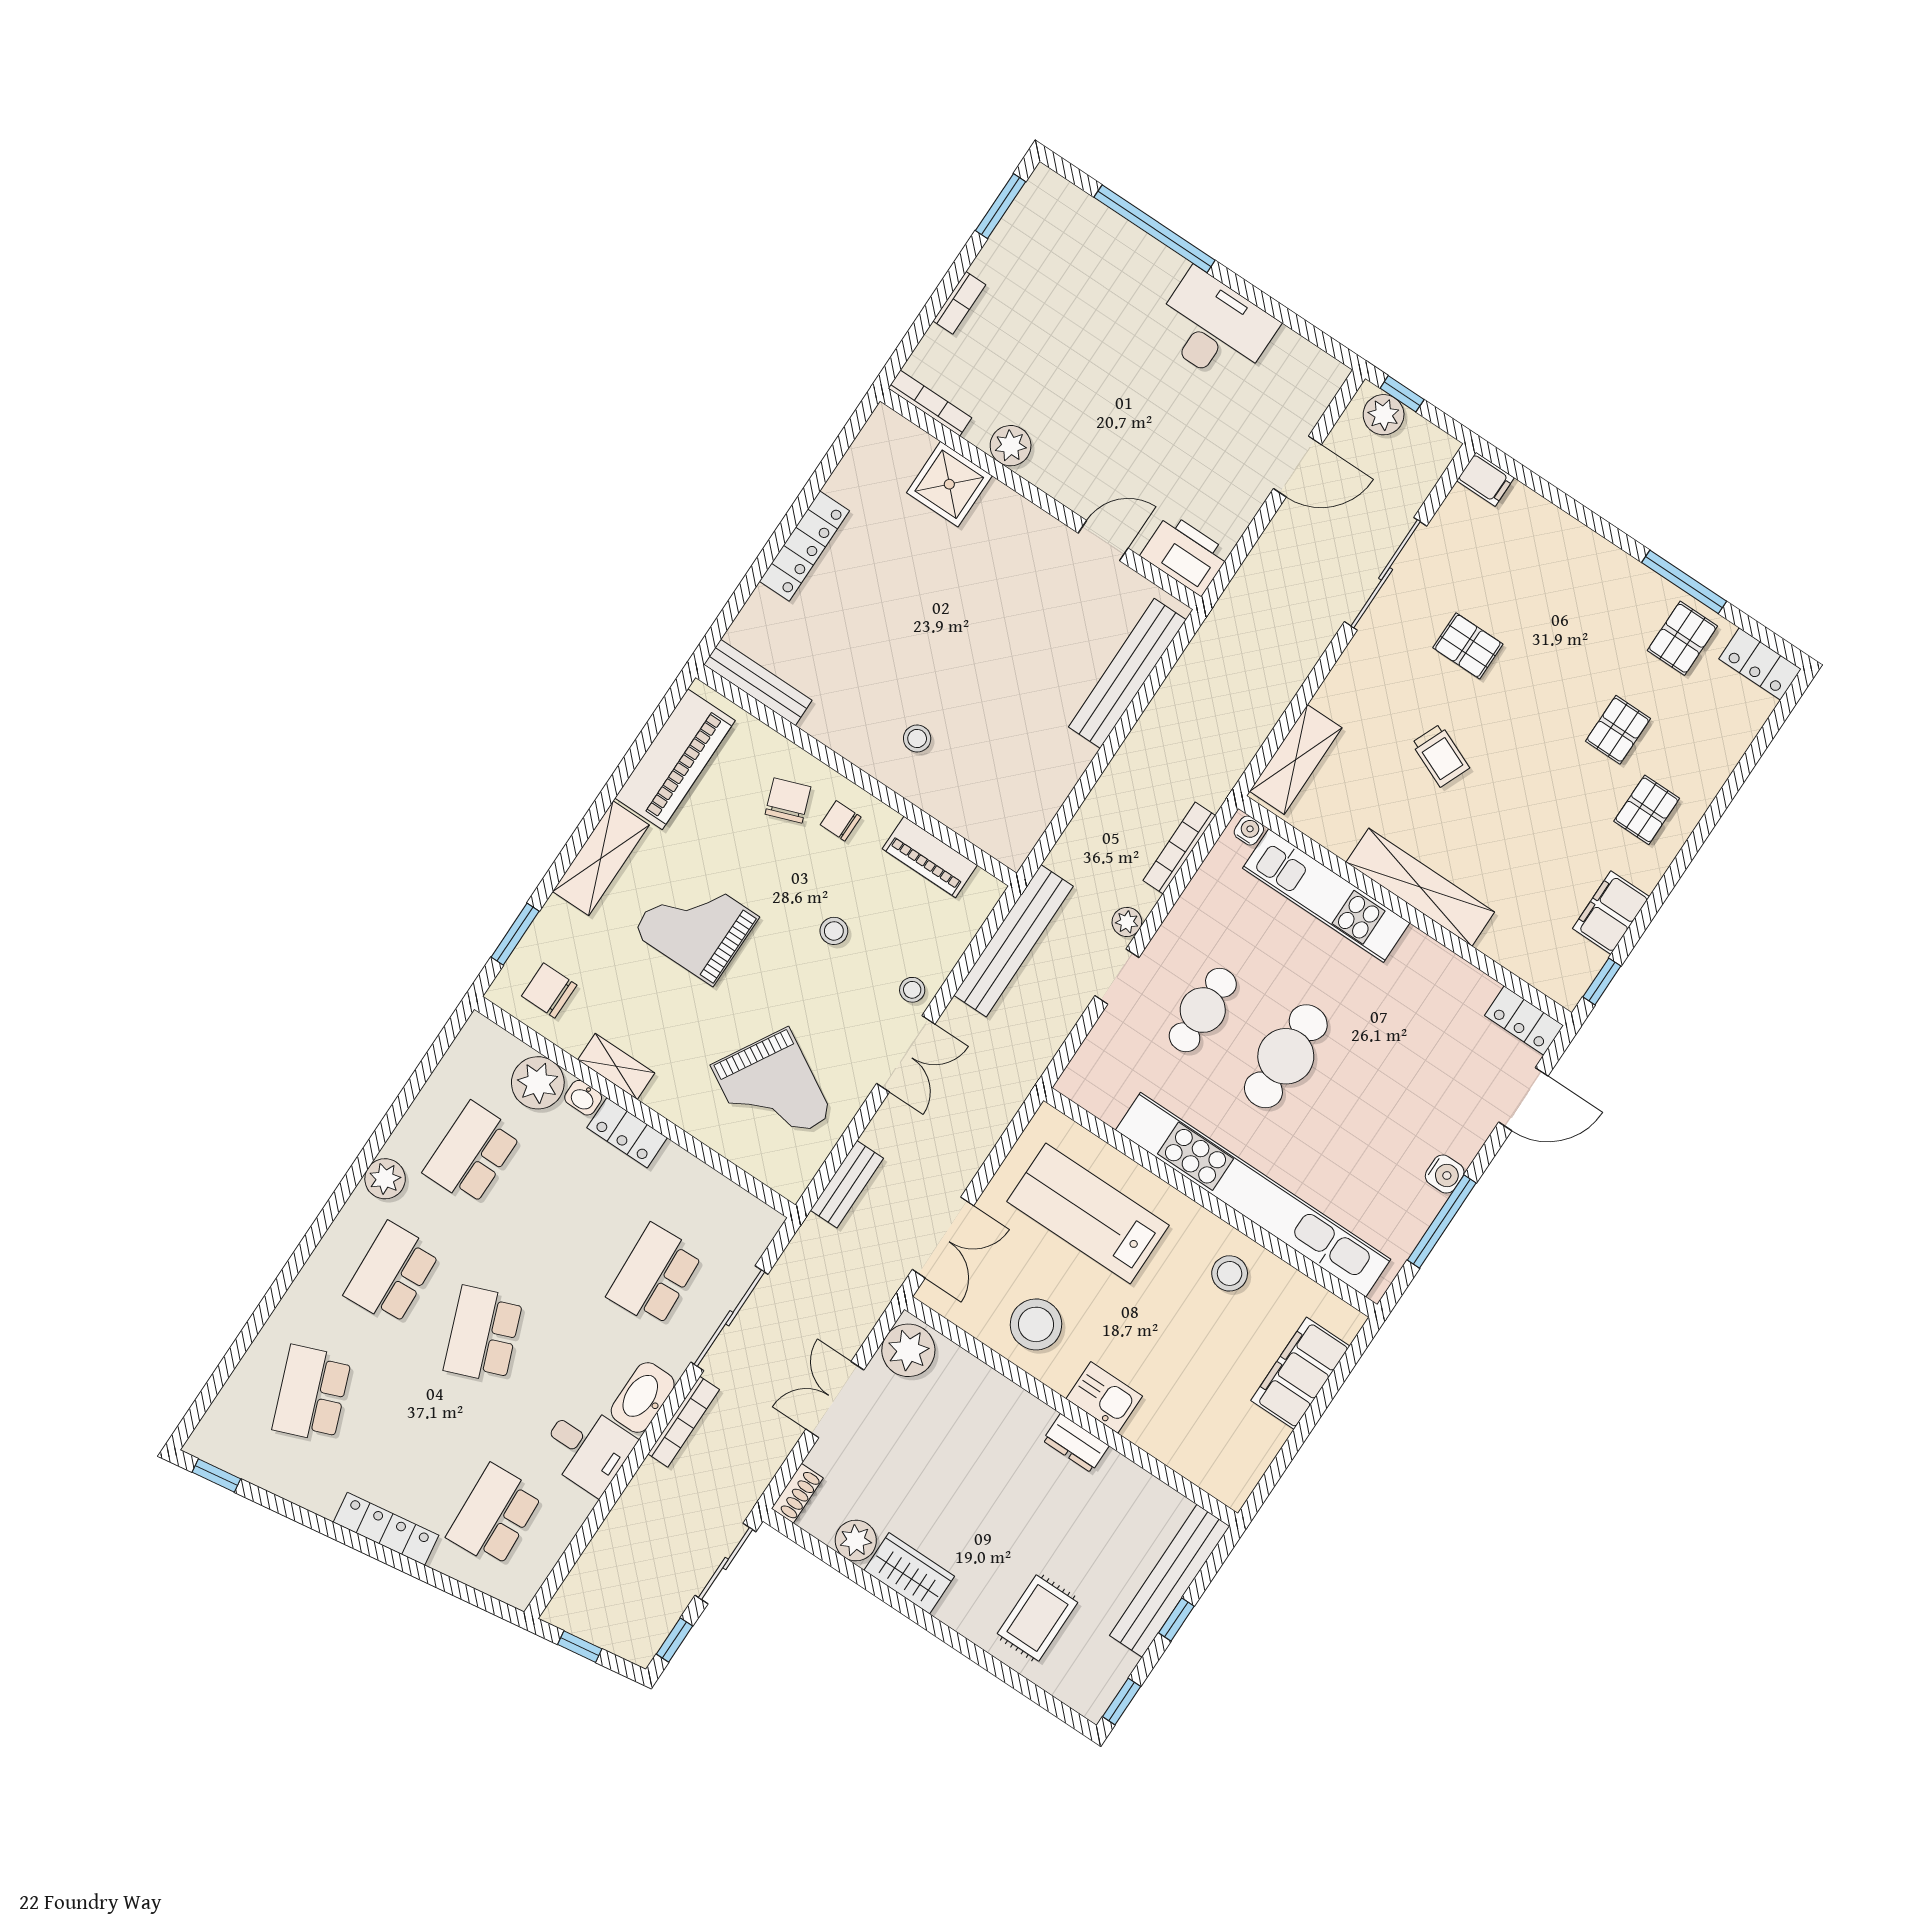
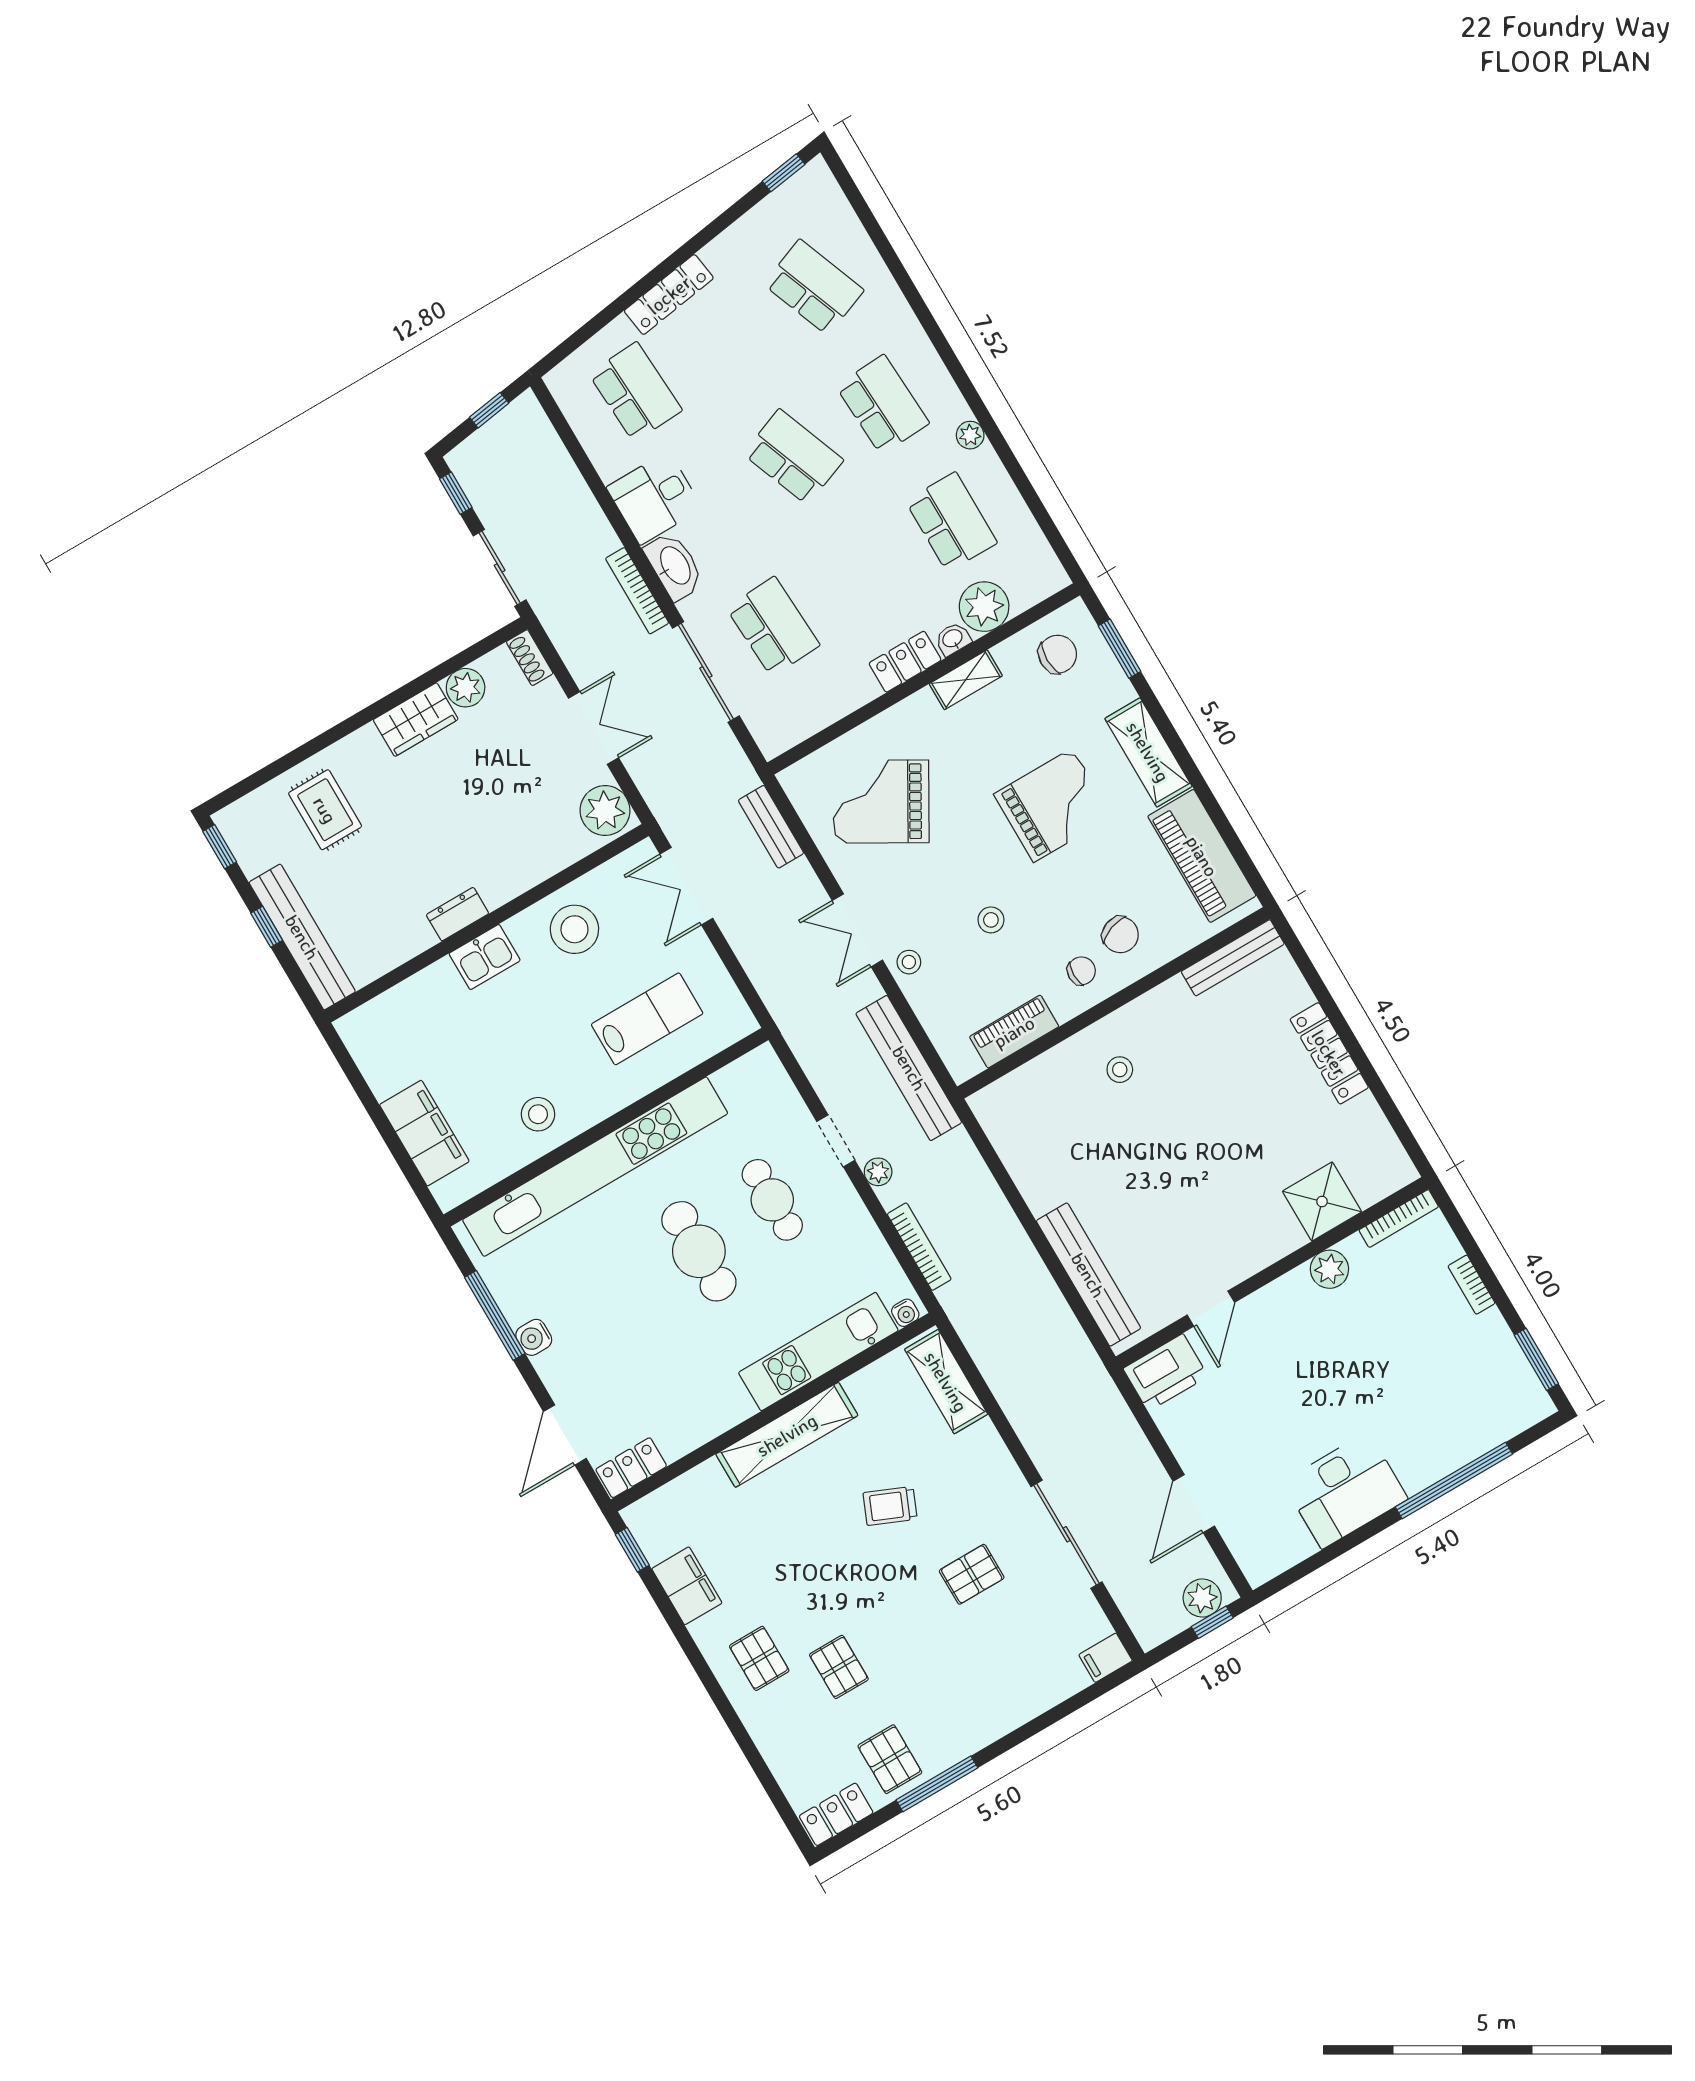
plant: (385, 1179) -> (970, 435), width x0.73, depth x0.73
lab bench: (1088, 1213) -> (647, 1019), width x0.73, depth x0.72

